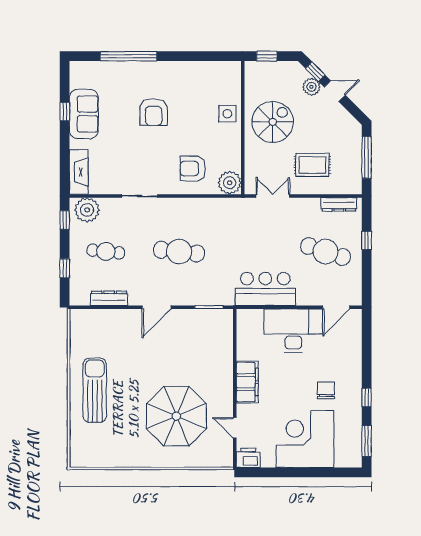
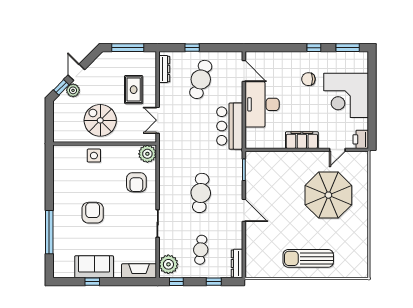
window: (267, 56) -> (49, 125), removed
armchair: (154, 112) -> (93, 213), turned -90
dresser: (109, 298) -> (237, 263), moved

